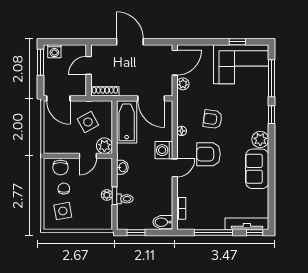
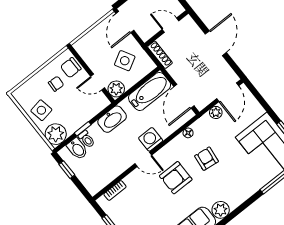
door: (175, 63) -> (228, 92), hinge flipped
window: (271, 115) -> (248, 203), removed
floor lamp: (182, 131) -> (188, 133), moved
armchair: (208, 154) -> (176, 178), turned -90
washbasin: (122, 167) -> (112, 119), width x1.91, depth x1.45
plant: (107, 195) -> (56, 134), moved, width x1.87, depth x1.87
side table: (63, 211) -> (41, 110), moved
bidet: (163, 222) -> (77, 149), moved, turned 180

